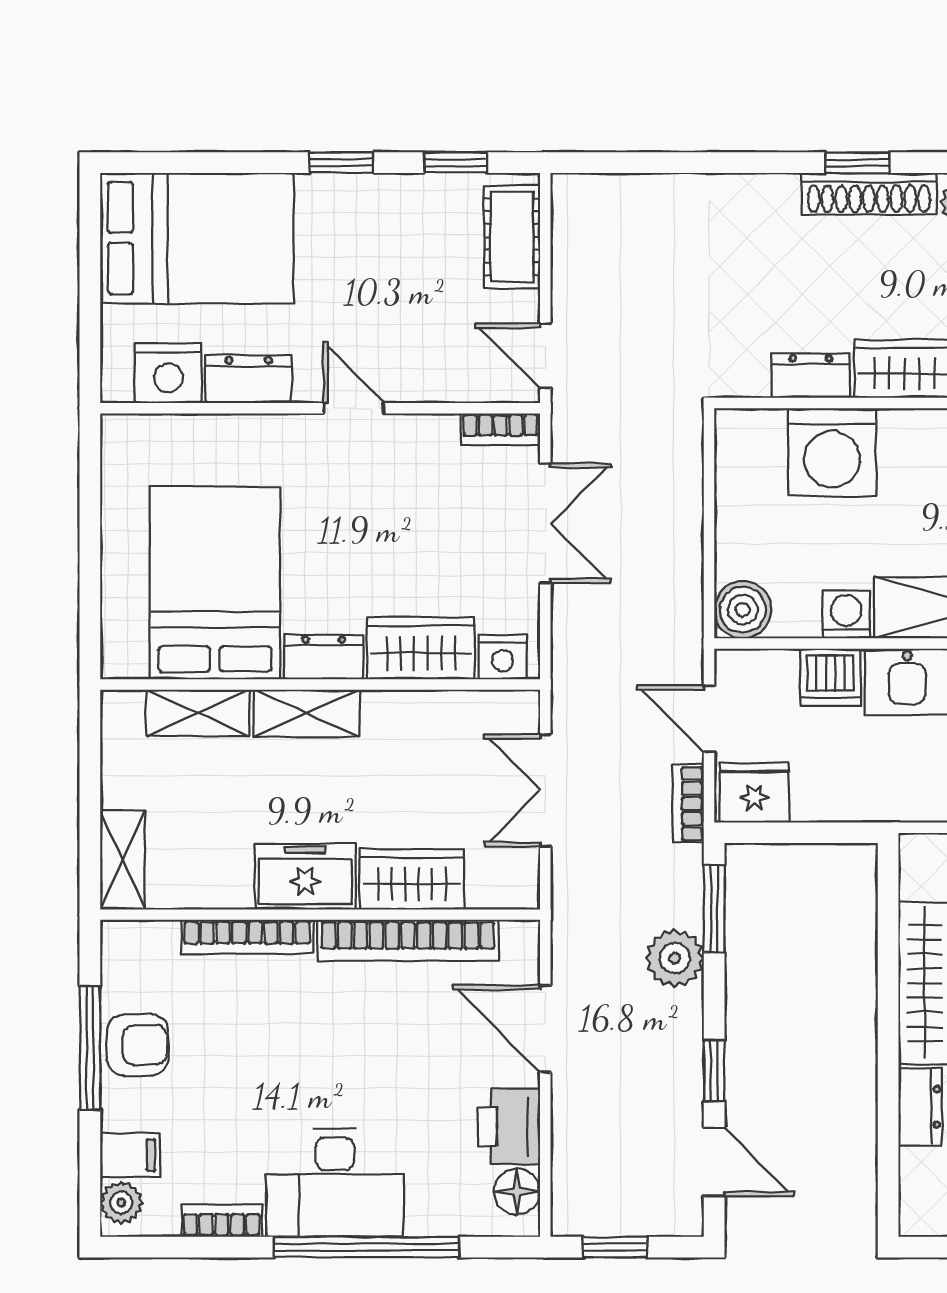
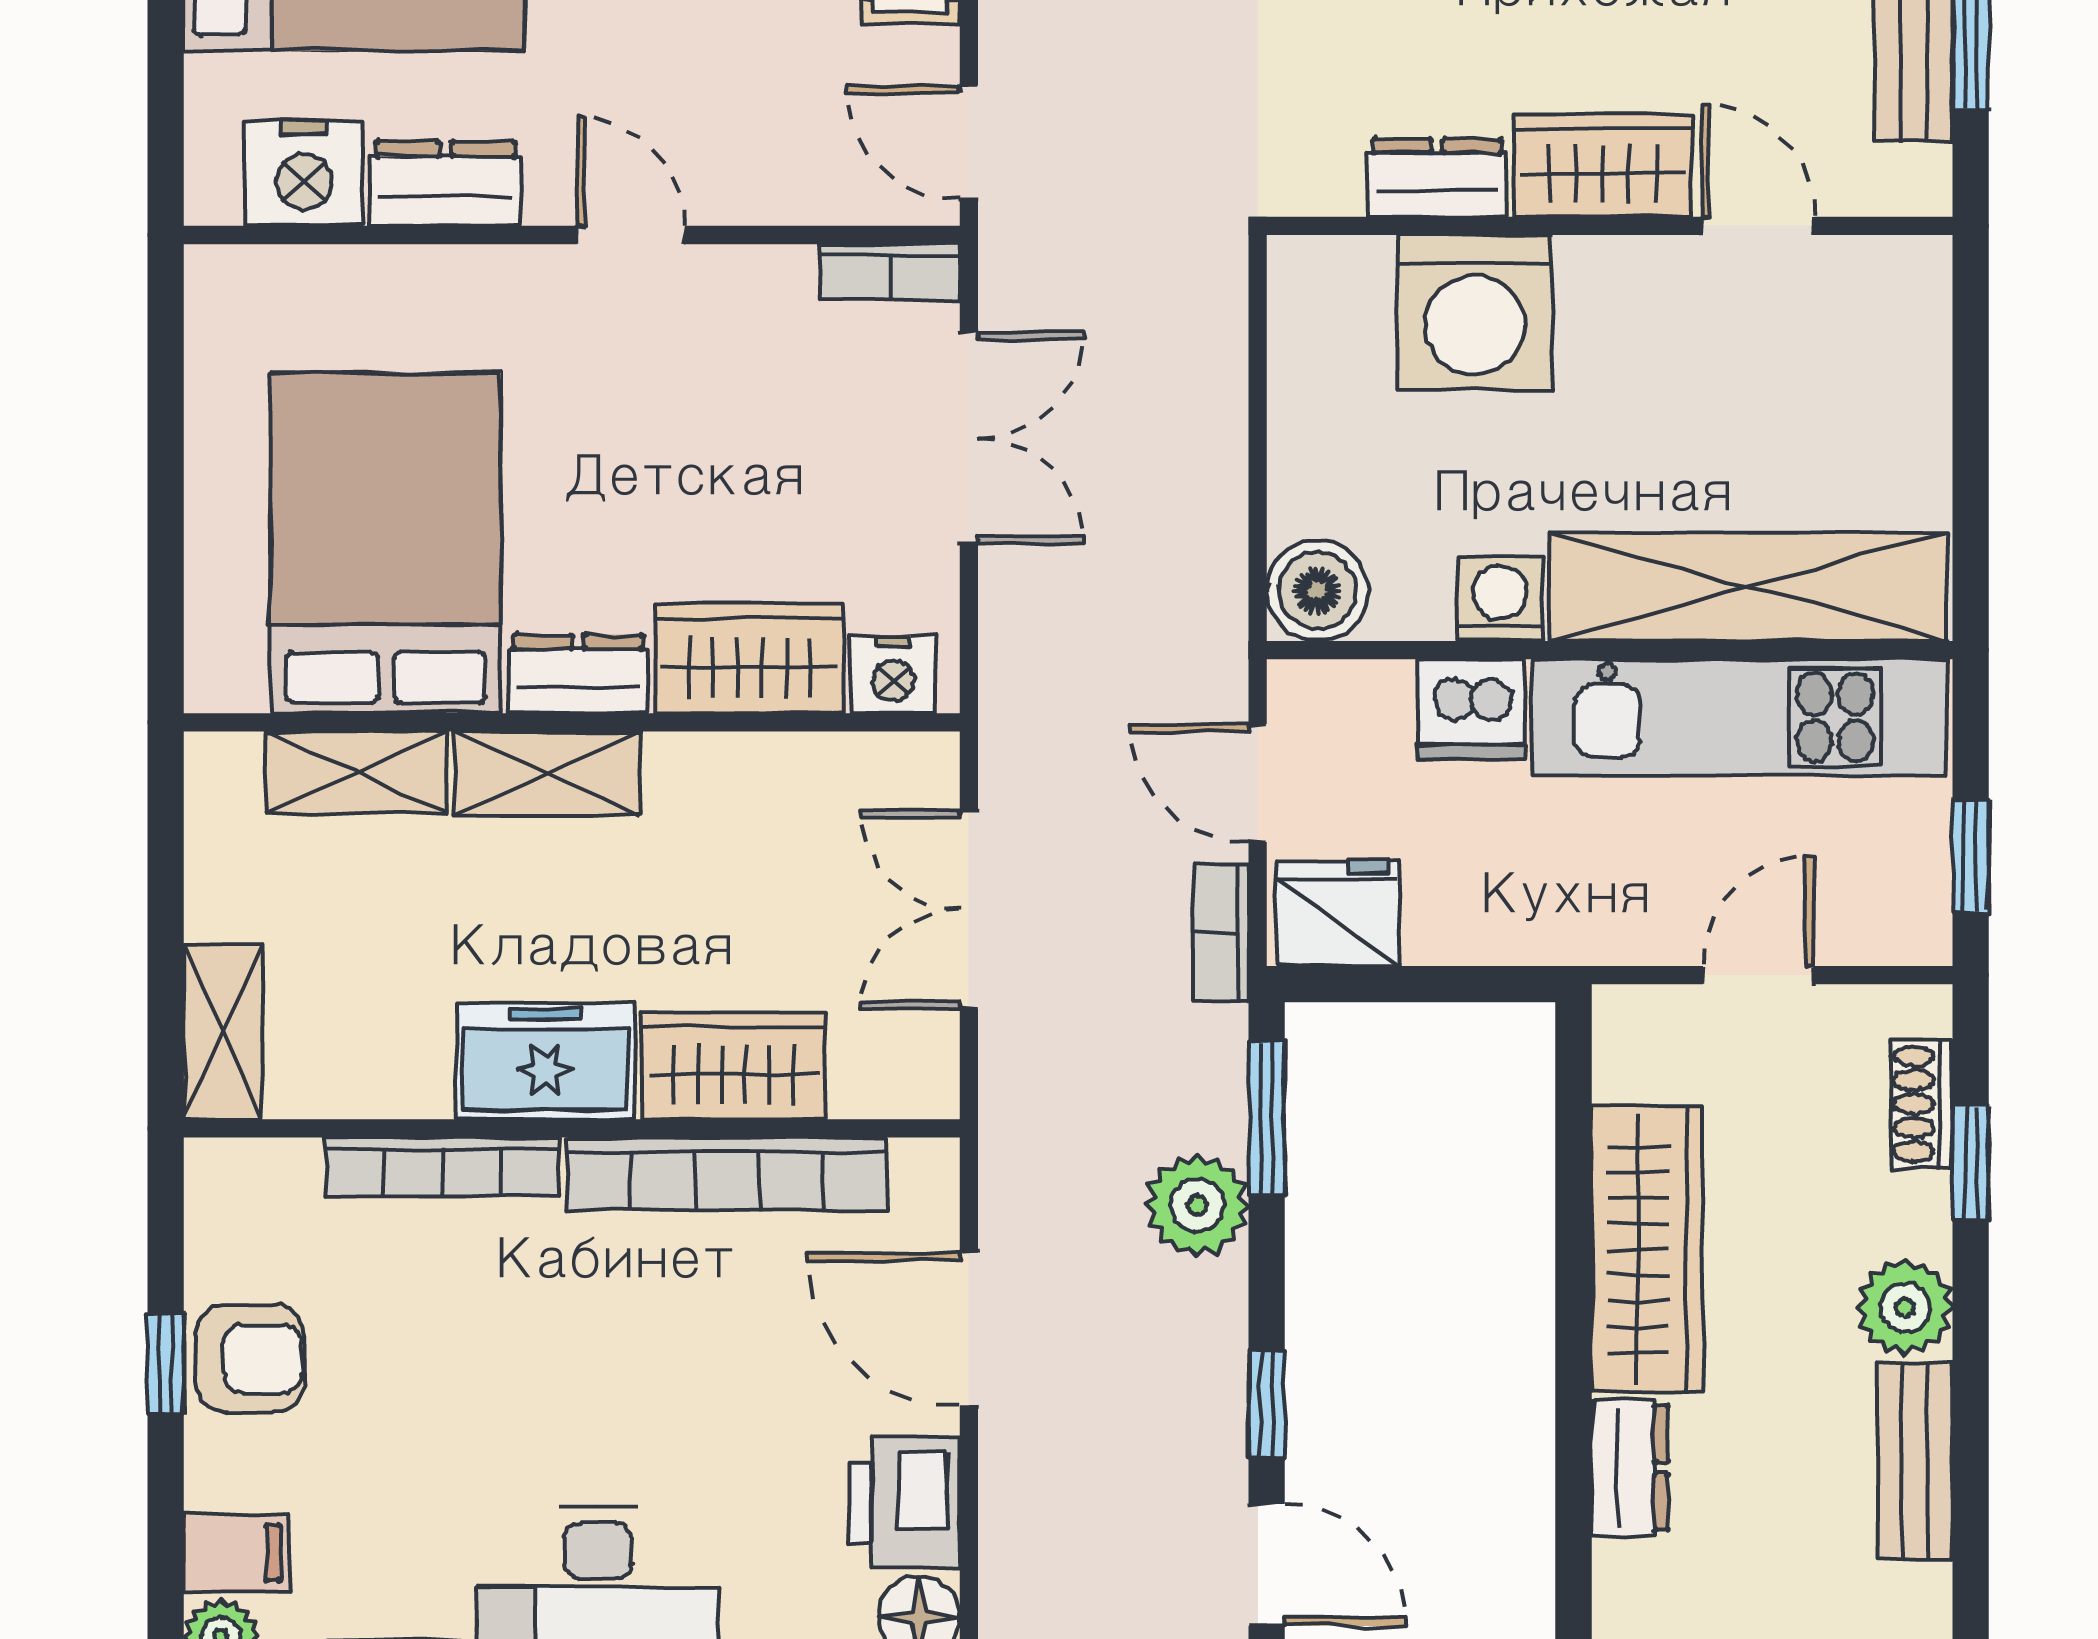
window: (90, 1048) -> (166, 1364), width x0.46

